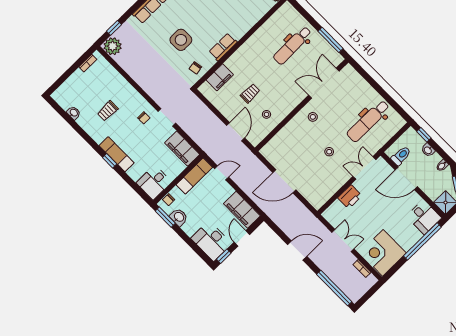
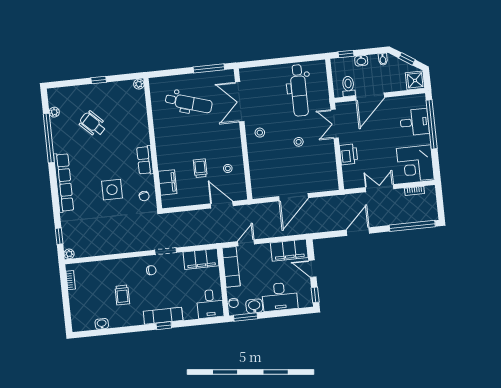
dental chair: (292, 45) -> (189, 103), turned -72
plant: (113, 46) -> (69, 254), width x0.53, depth x0.53
desk: (424, 217) -> (414, 122), moved
desk: (211, 241) -> (280, 297), moved

